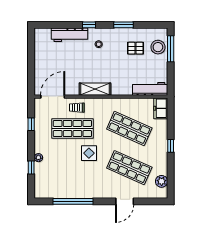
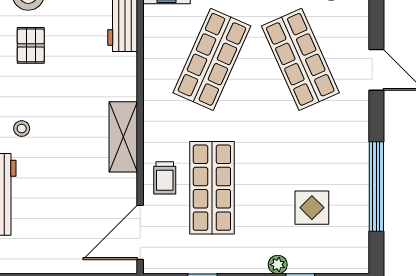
door: (53, 97) -> (140, 232), hinge flipped
display table: (89, 153) -> (312, 208), moved
shop shelf: (129, 168) -> (300, 59), turned -48

